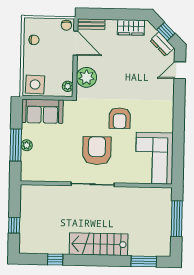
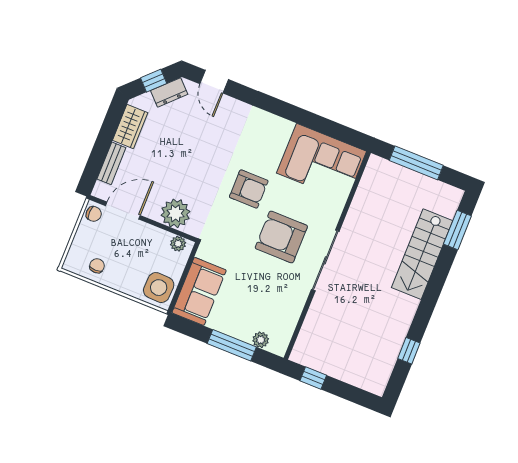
bench: (91, 24) -> (111, 163), moved
plant: (27, 145) -> (261, 340), moved
window: (14, 225) -> (313, 378), moved
stairs: (99, 244) -> (422, 254), moved

